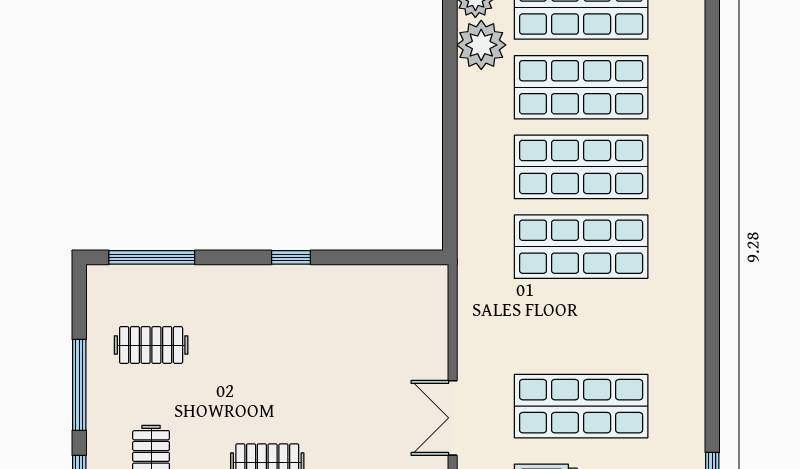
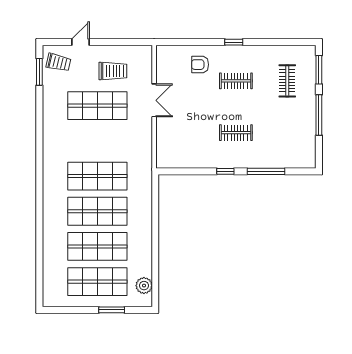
plant: (481, 45) -> (141, 265), removed
window: (152, 257) -> (266, 171), moved
clothes rail: (151, 345) -> (236, 133), moved

